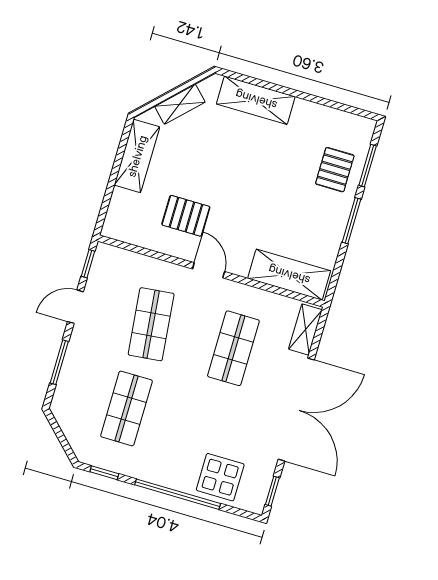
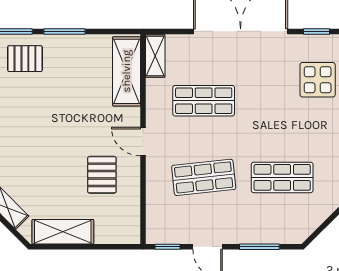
door: (209, 270) -> (143, 142), hinge flipped
shelving: (305, 330) -> (155, 56), moved, turned 90

